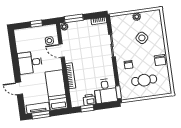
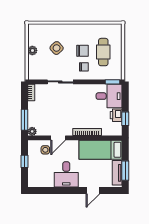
chair: (160, 60) -> (82, 51), moved

